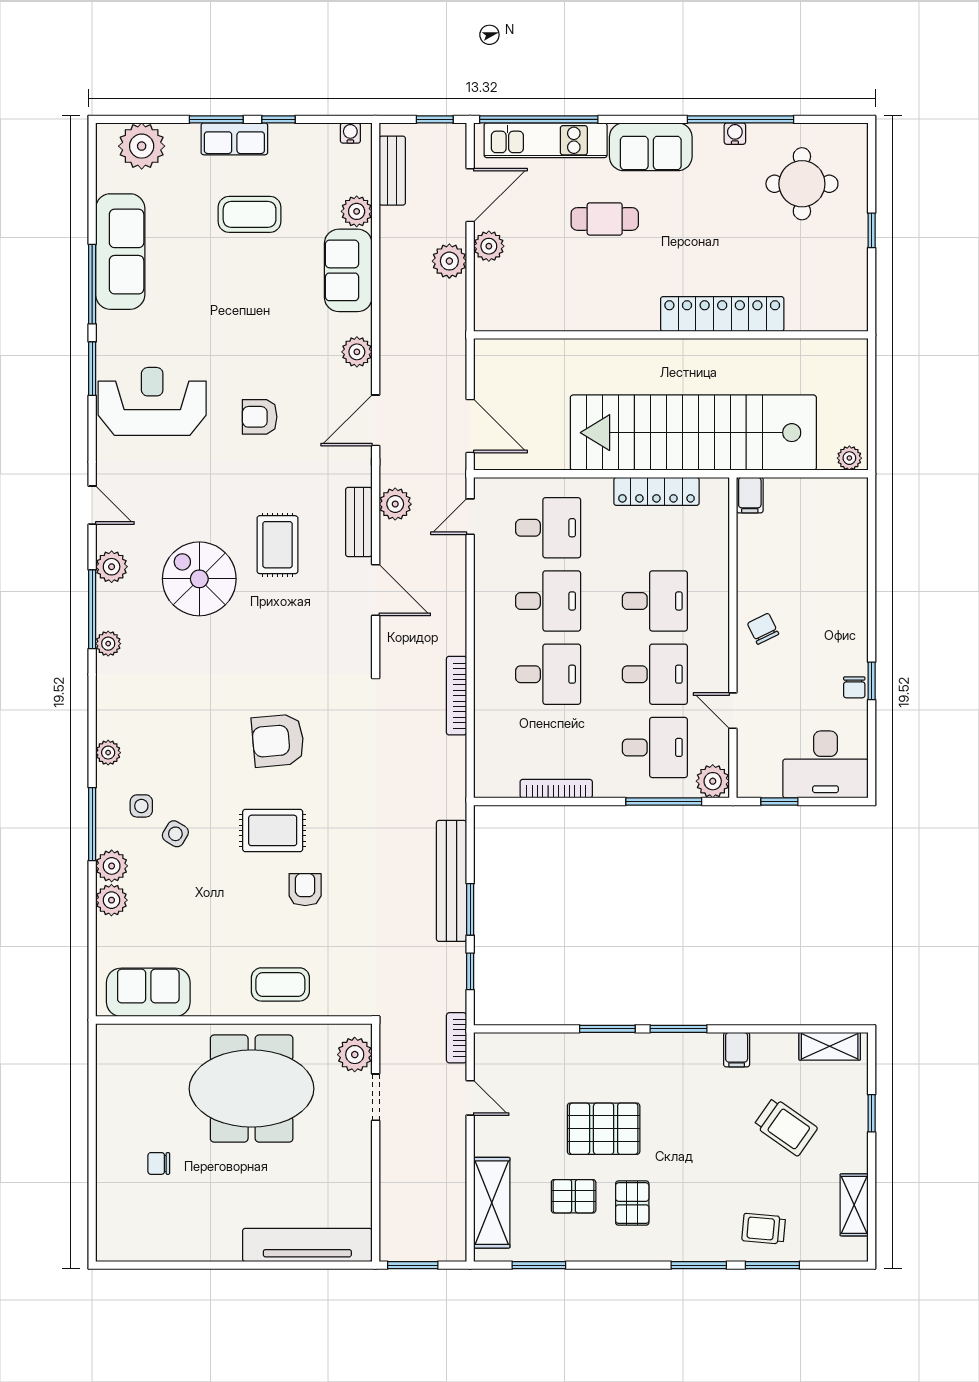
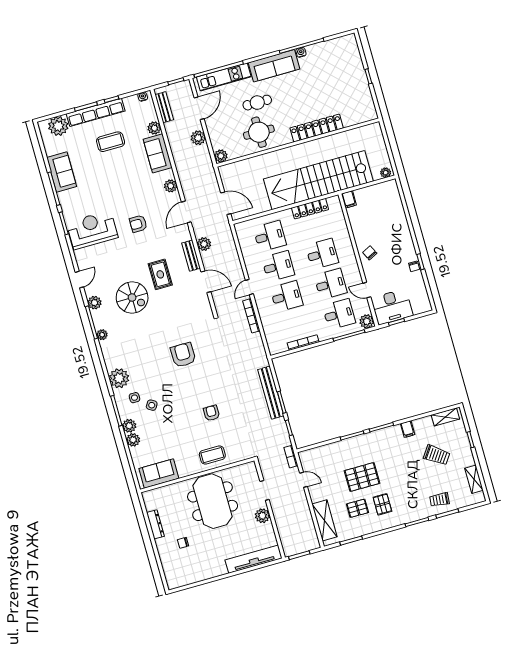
row of seats: (234, 139) -> (96, 112), width x2.02
sofa: (651, 147) -> (274, 66), width x1.36
round table: (802, 184) -> (259, 132), moved
plant: (489, 246) -> (221, 156), moved
sofa: (120, 252) -> (62, 172), width x0.73
door: (92, 505) -> (79, 280), hinge flipped
door: (470, 517) -> (249, 287), moved
spiral stairs: (199, 579) -> (132, 298), turned 180
armchair: (278, 741) -> (183, 355), turned 95
plant: (108, 753) -> (119, 378), width x1.88, depth x1.88
desk: (825, 764) -> (392, 307), moved
rug: (273, 830) -> (191, 393), removed
plant: (355, 1055) -> (262, 516), moved
meeting table: (252, 1089) -> (213, 501), turned 90
dresser: (108, 1105) -> (155, 524), added

